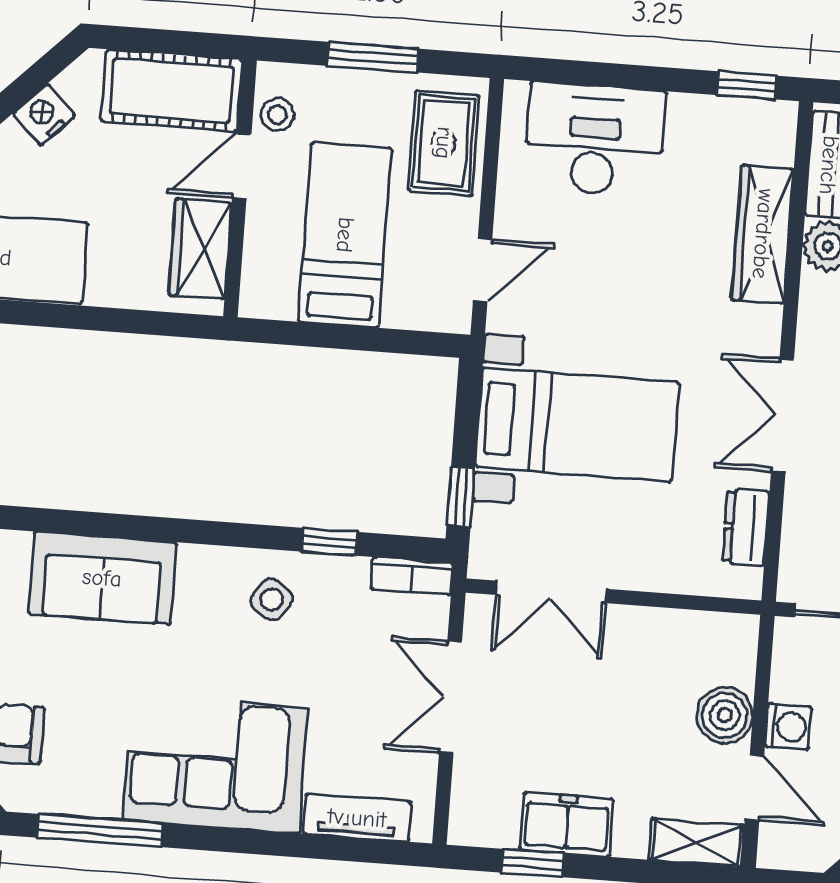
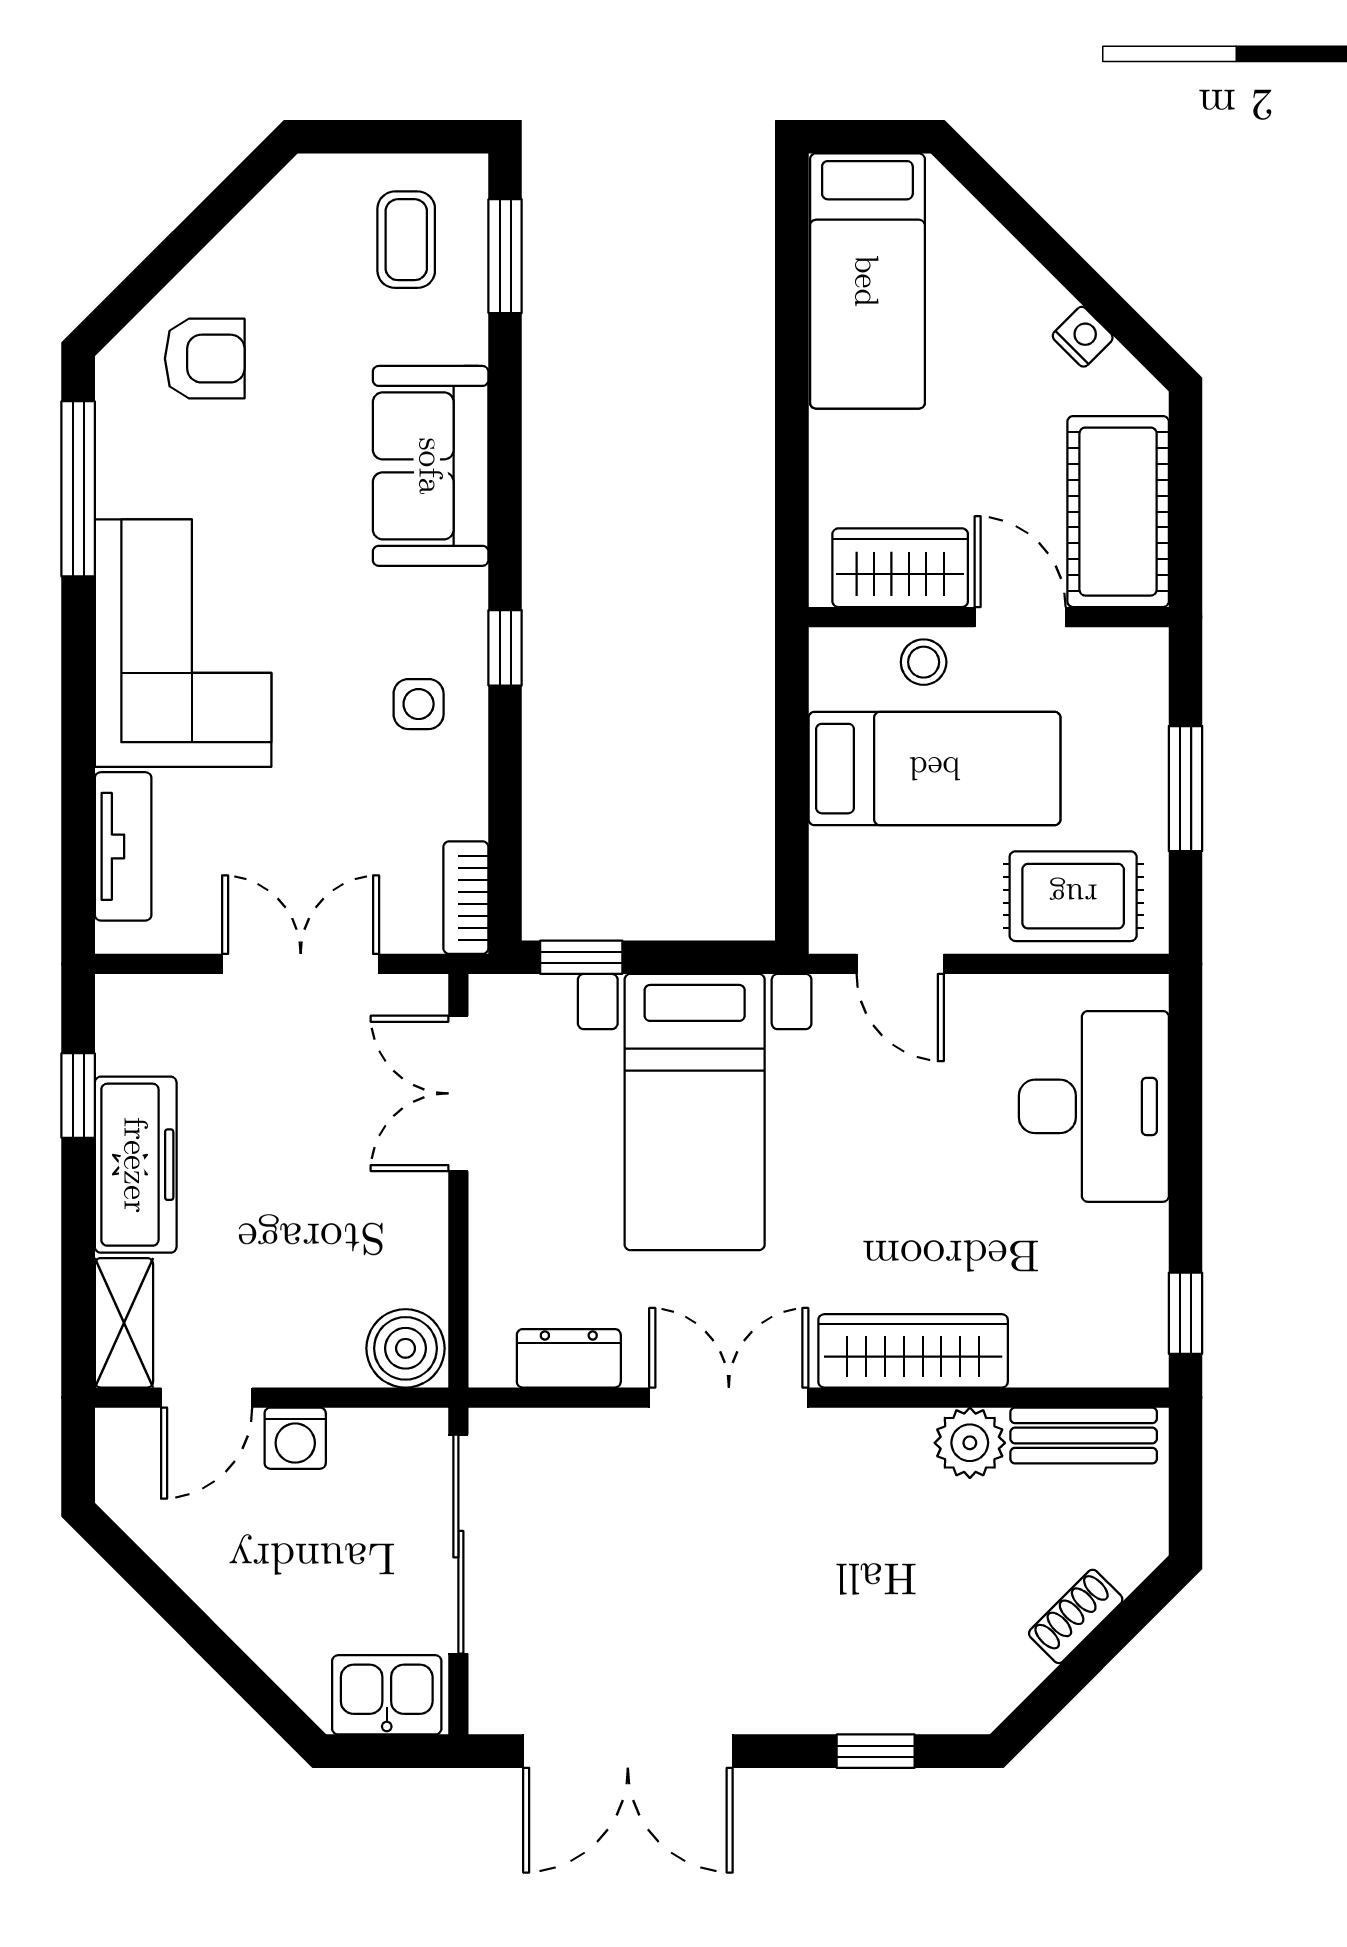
nightstand: (44, 115) -> (1083, 337), width x0.72, depth x0.74
stool: (277, 115) -> (924, 662), moved
wardrobe: (763, 234) -> (913, 1351), moved
window: (329, 542) -> (505, 648), moved
side table: (271, 599) -> (419, 704), turned -34
boiler: (725, 715) -> (406, 1348), moved
freezer: (567, 824) -> (136, 1165), width x1.40

